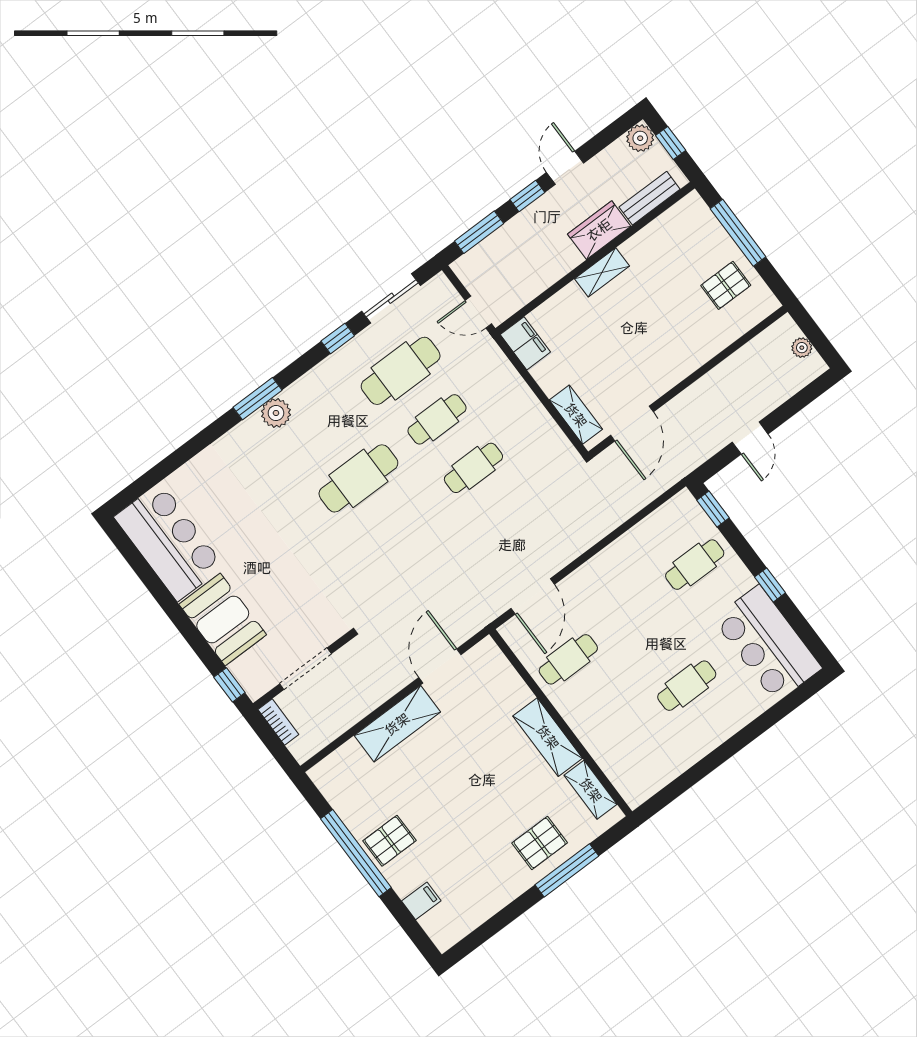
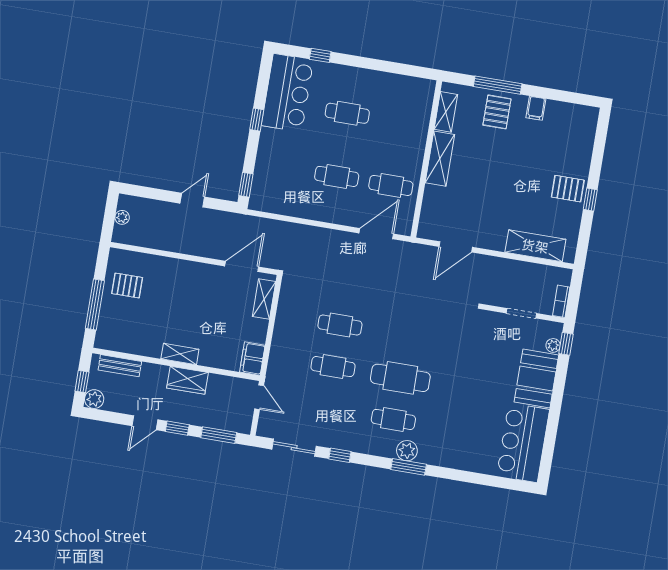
wardrobe: (599, 230) -> (188, 380), moved
cafe table: (401, 371) -> (393, 419), moved, width x0.73, depth x0.74
cafe table: (695, 565) -> (337, 176), moved
doorway: (305, 669) -> (522, 313), width x0.73
plant: (241, 670) -> (553, 345), added
window: (774, 715) -> (320, 55), added
shelving: (397, 724) -> (535, 246), moved
pallet: (540, 843) -> (497, 112), turned 90
window: (356, 853) -> (590, 200), width x0.32
filing cabinet: (421, 901) -> (536, 108), moved, turned -90

